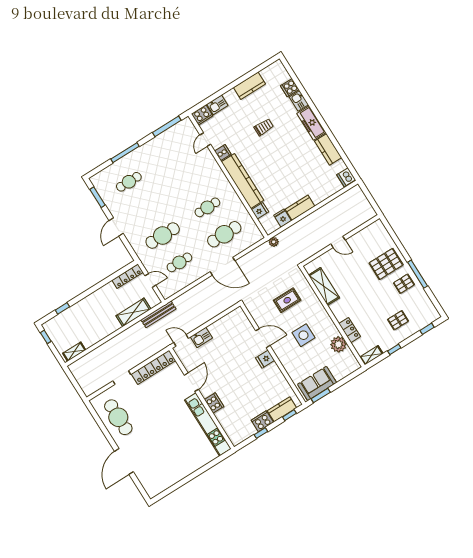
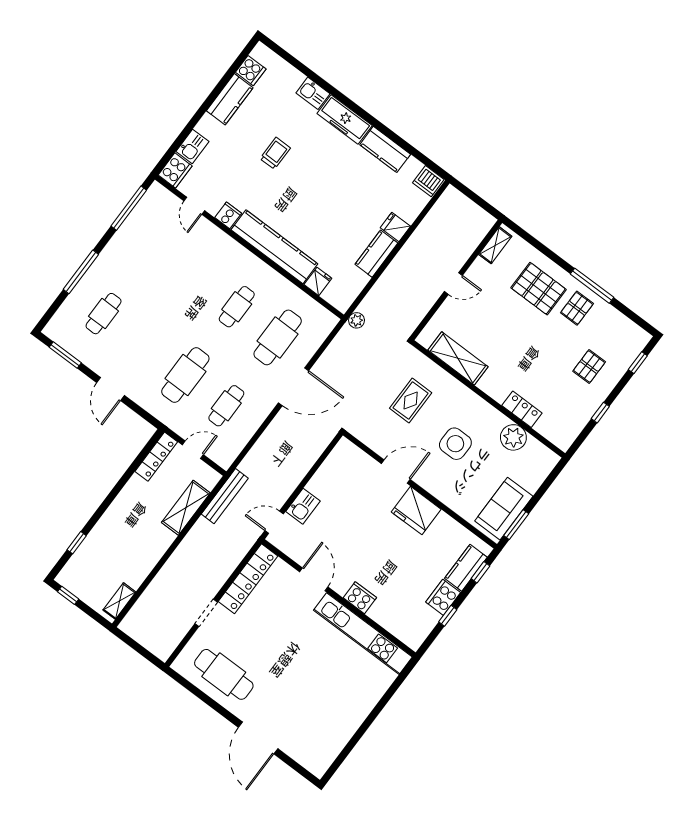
cooker: (290, 88) -> (251, 71), moved, turned -90
fridge: (282, 218) -> (395, 227), moved
pallet: (386, 264) -> (539, 289), turned 90
shelving: (371, 355) -> (495, 245), moved
fridge: (265, 359) -> (416, 511), width x1.88, depth x1.34

